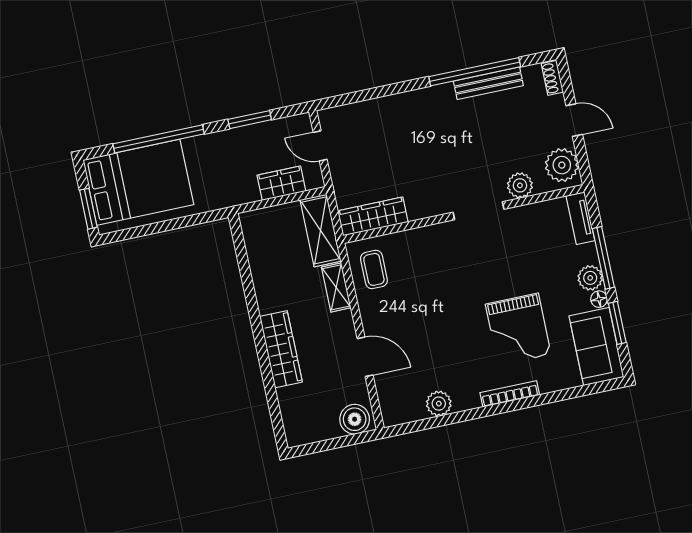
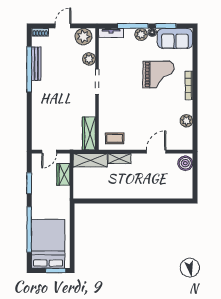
wardrobe: (281, 349) -> (144, 192), removed

